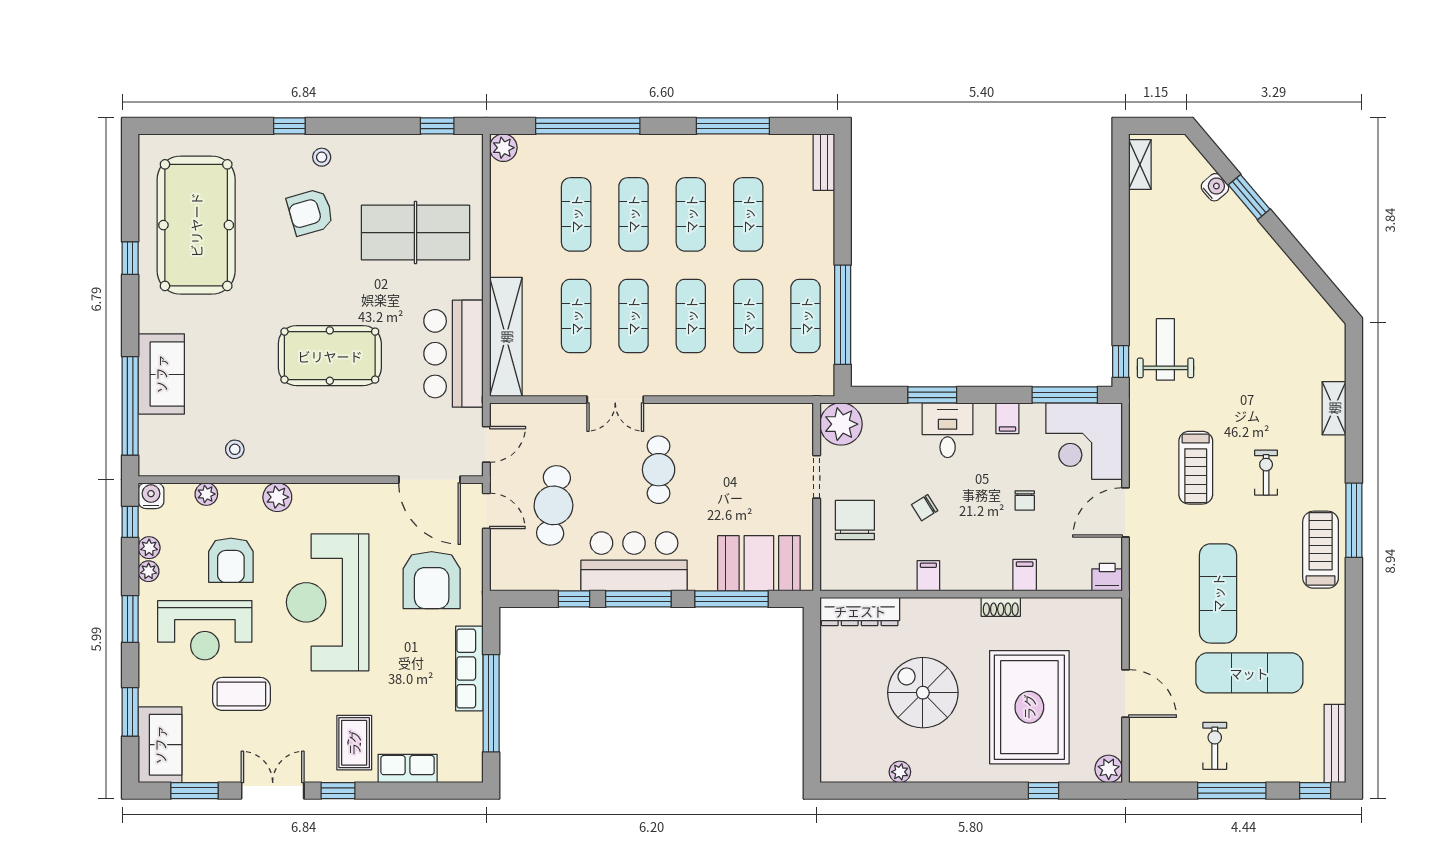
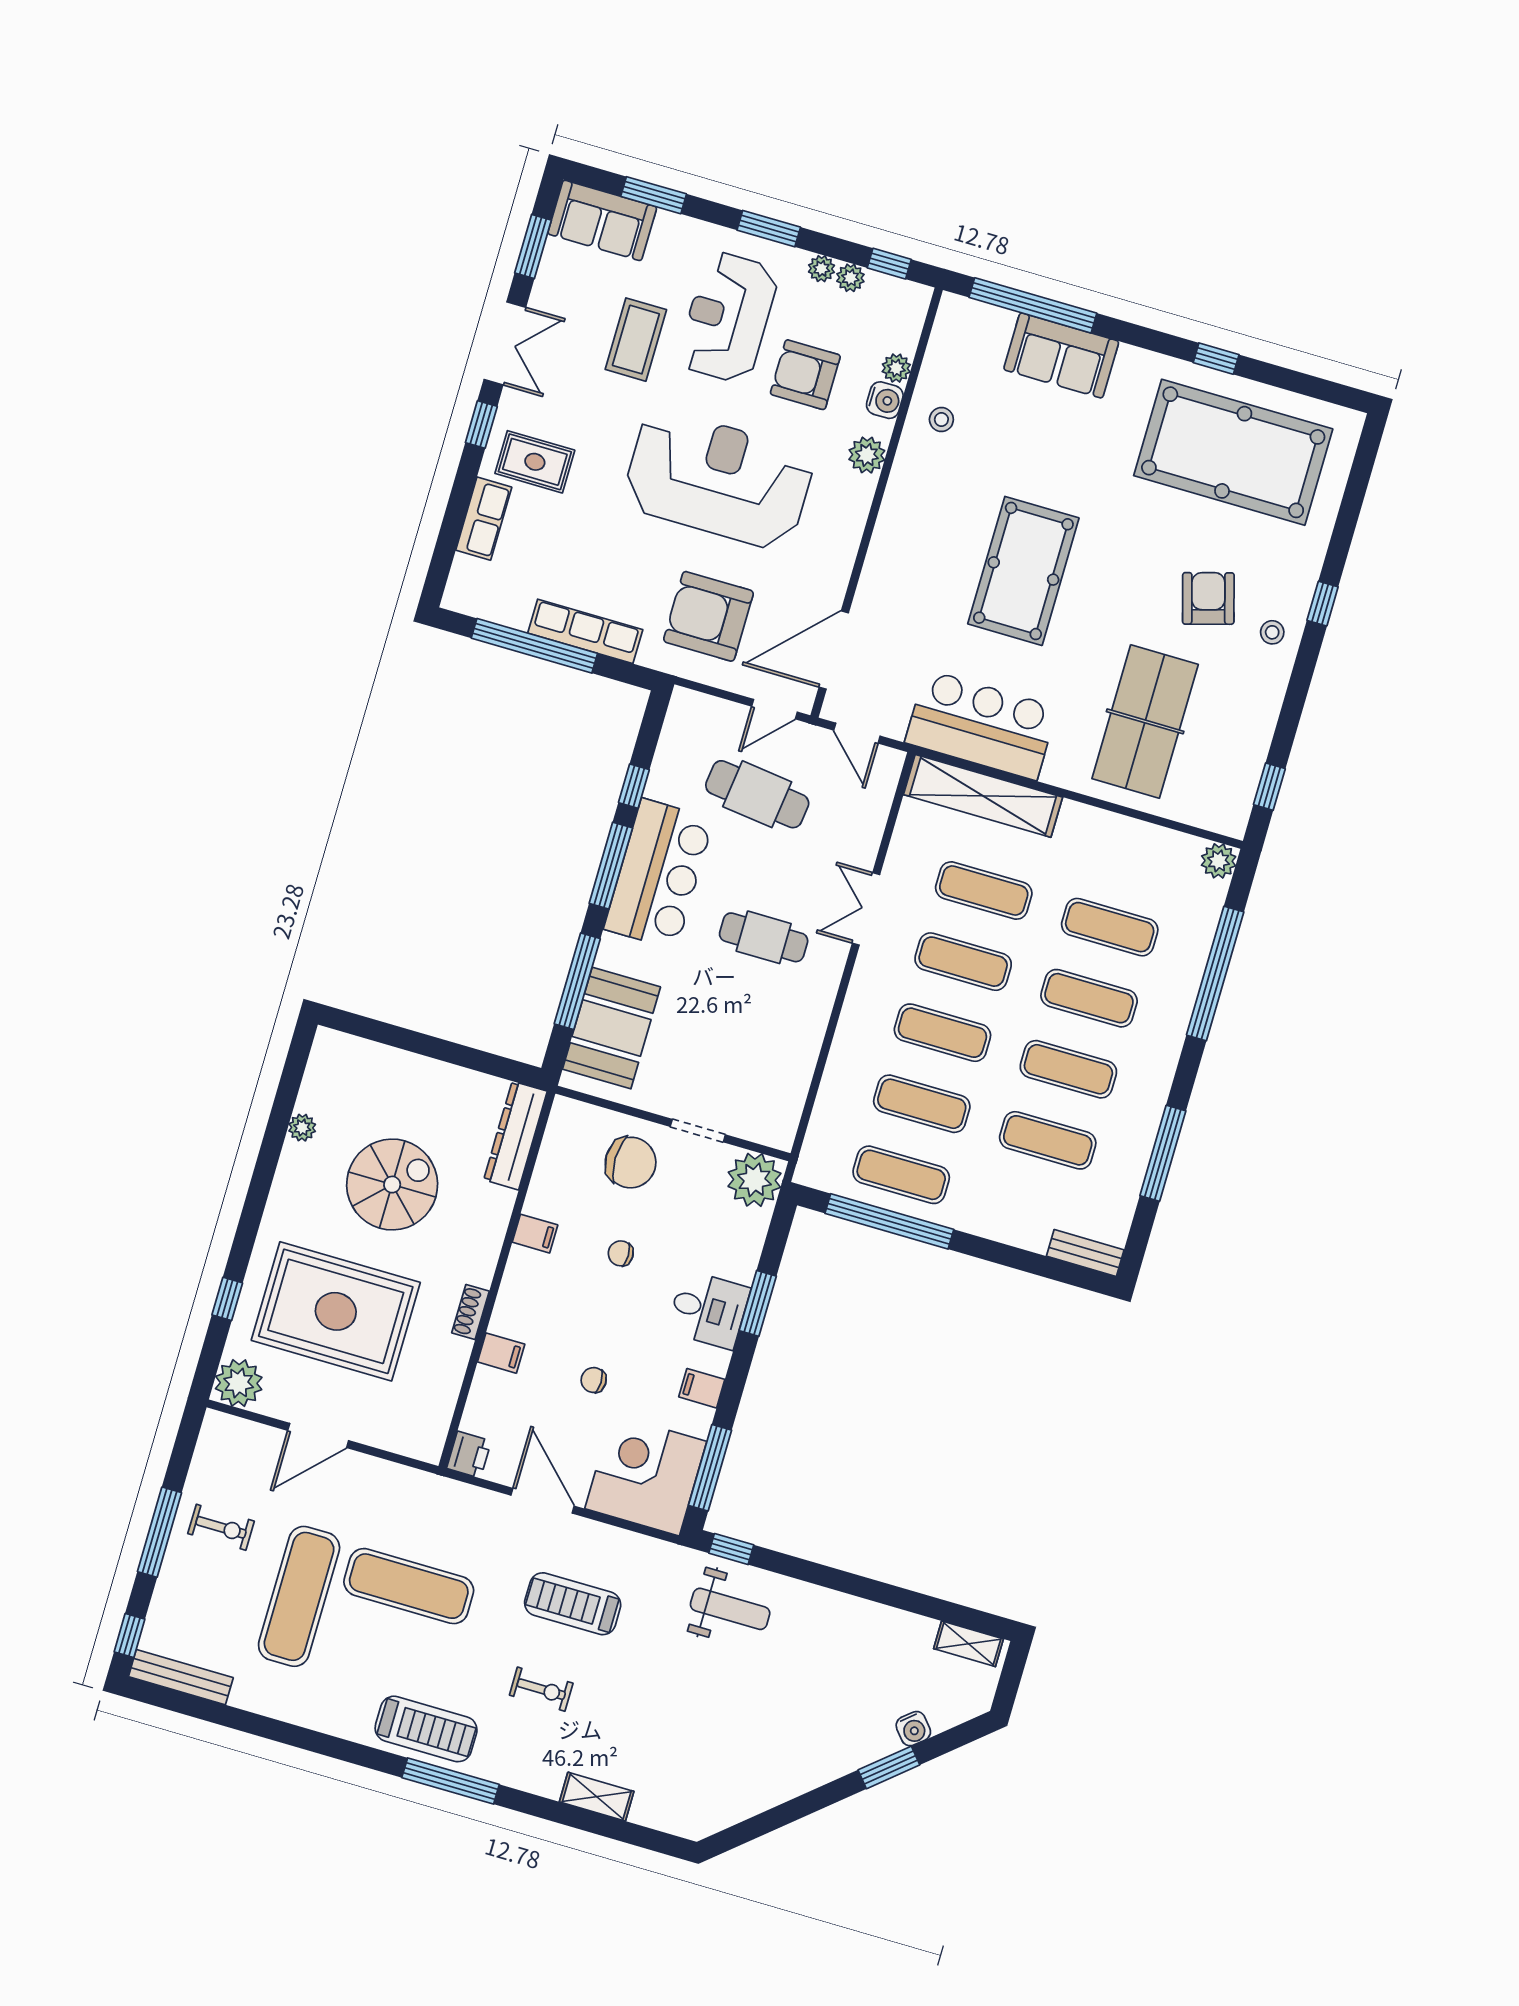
water cooler: (151, 496) -> (885, 400), moved
chair: (925, 508) -> (621, 1253), turned -58
plant: (1109, 769) -> (239, 1383), width x1.36, depth x1.36

